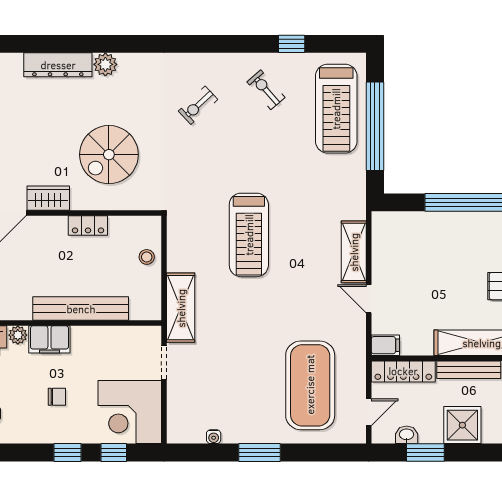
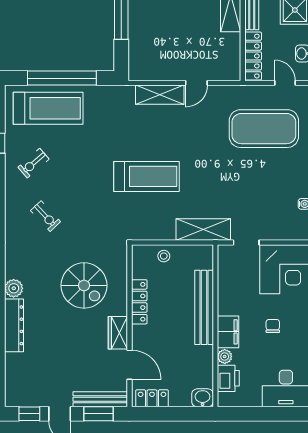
locker: (88, 225) -> (139, 302), width x1.53
filing cabinet: (385, 345) -> (233, 70), removed

